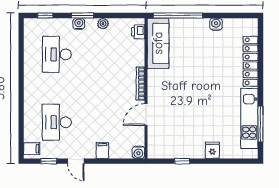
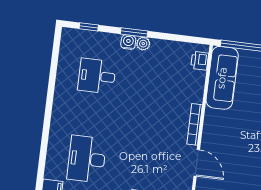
plant: (103, 24) -> (143, 44), moved
desk: (57, 54) -> (97, 76), width x0.73
door: (146, 114) -> (197, 163), swing flipped

